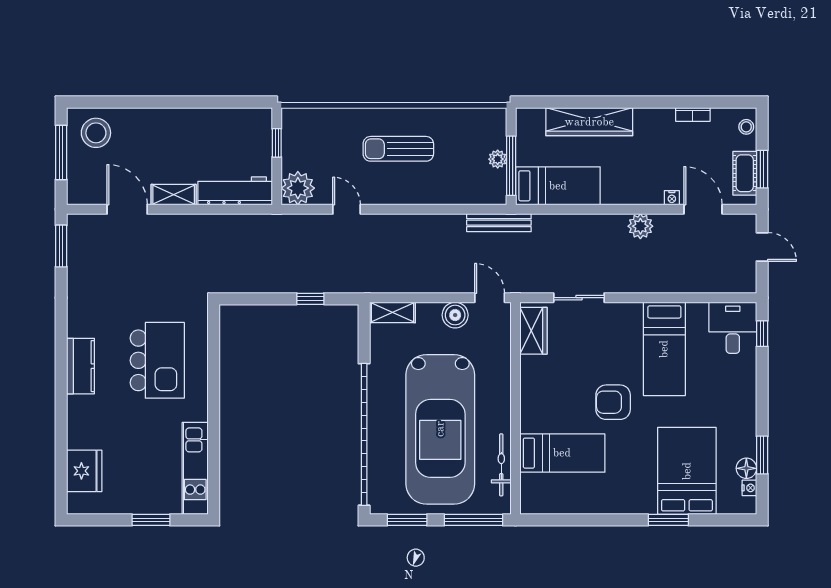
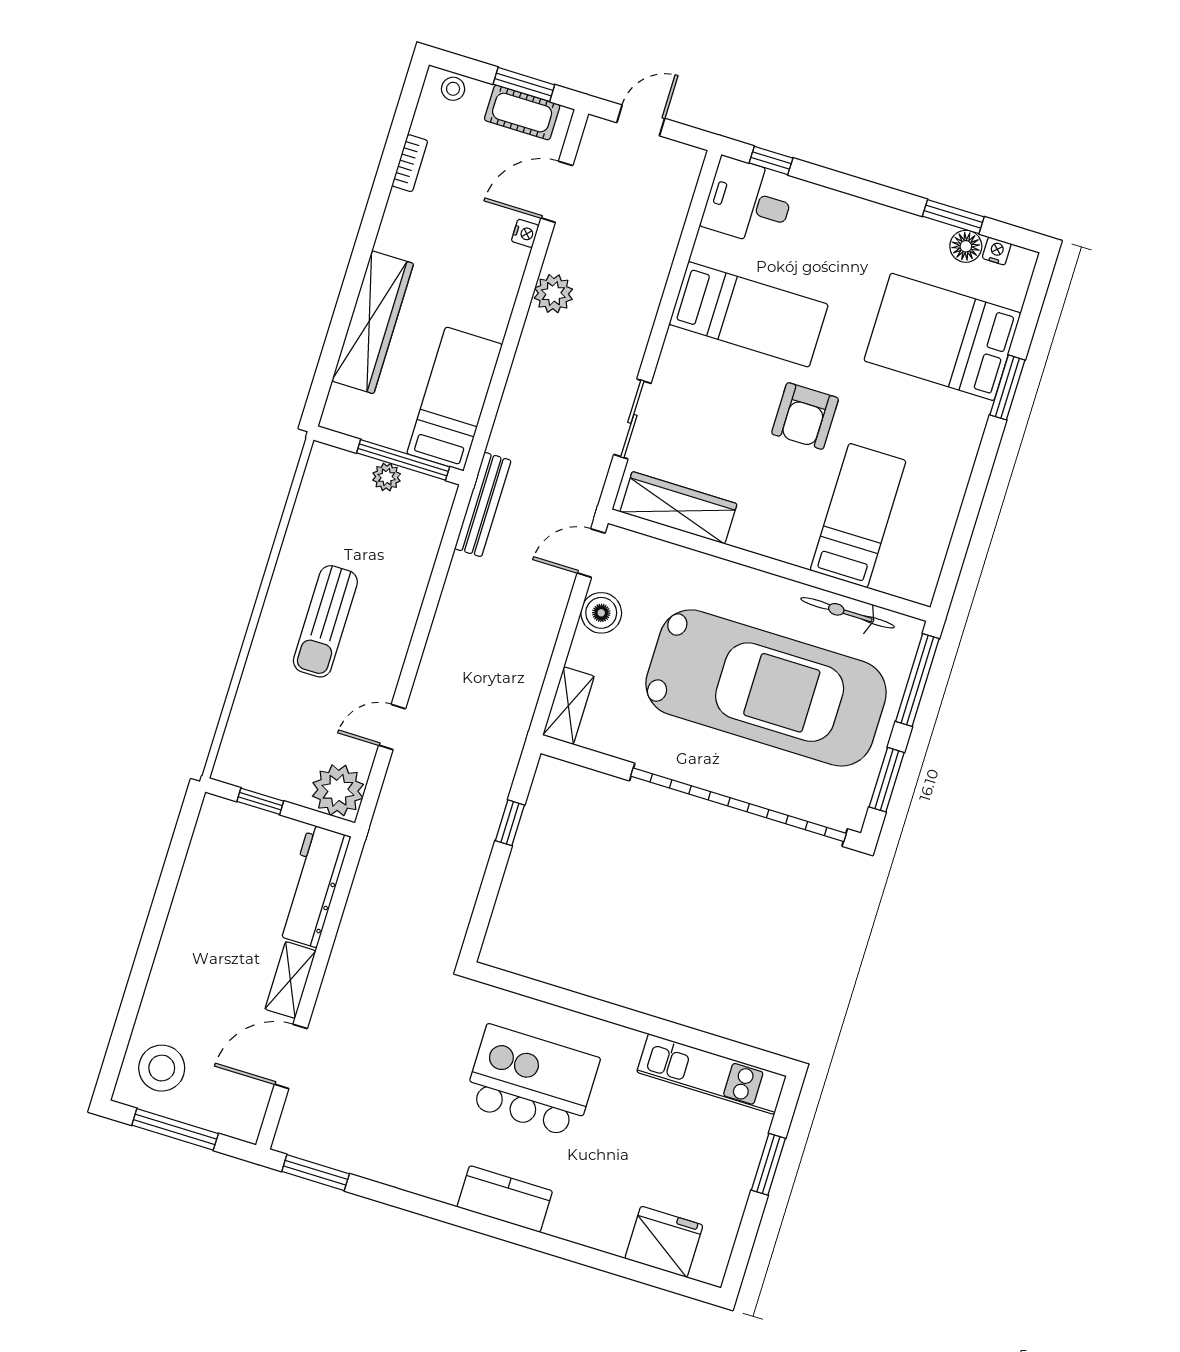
wardrobe: (534, 331) -> (678, 508), width x1.50

